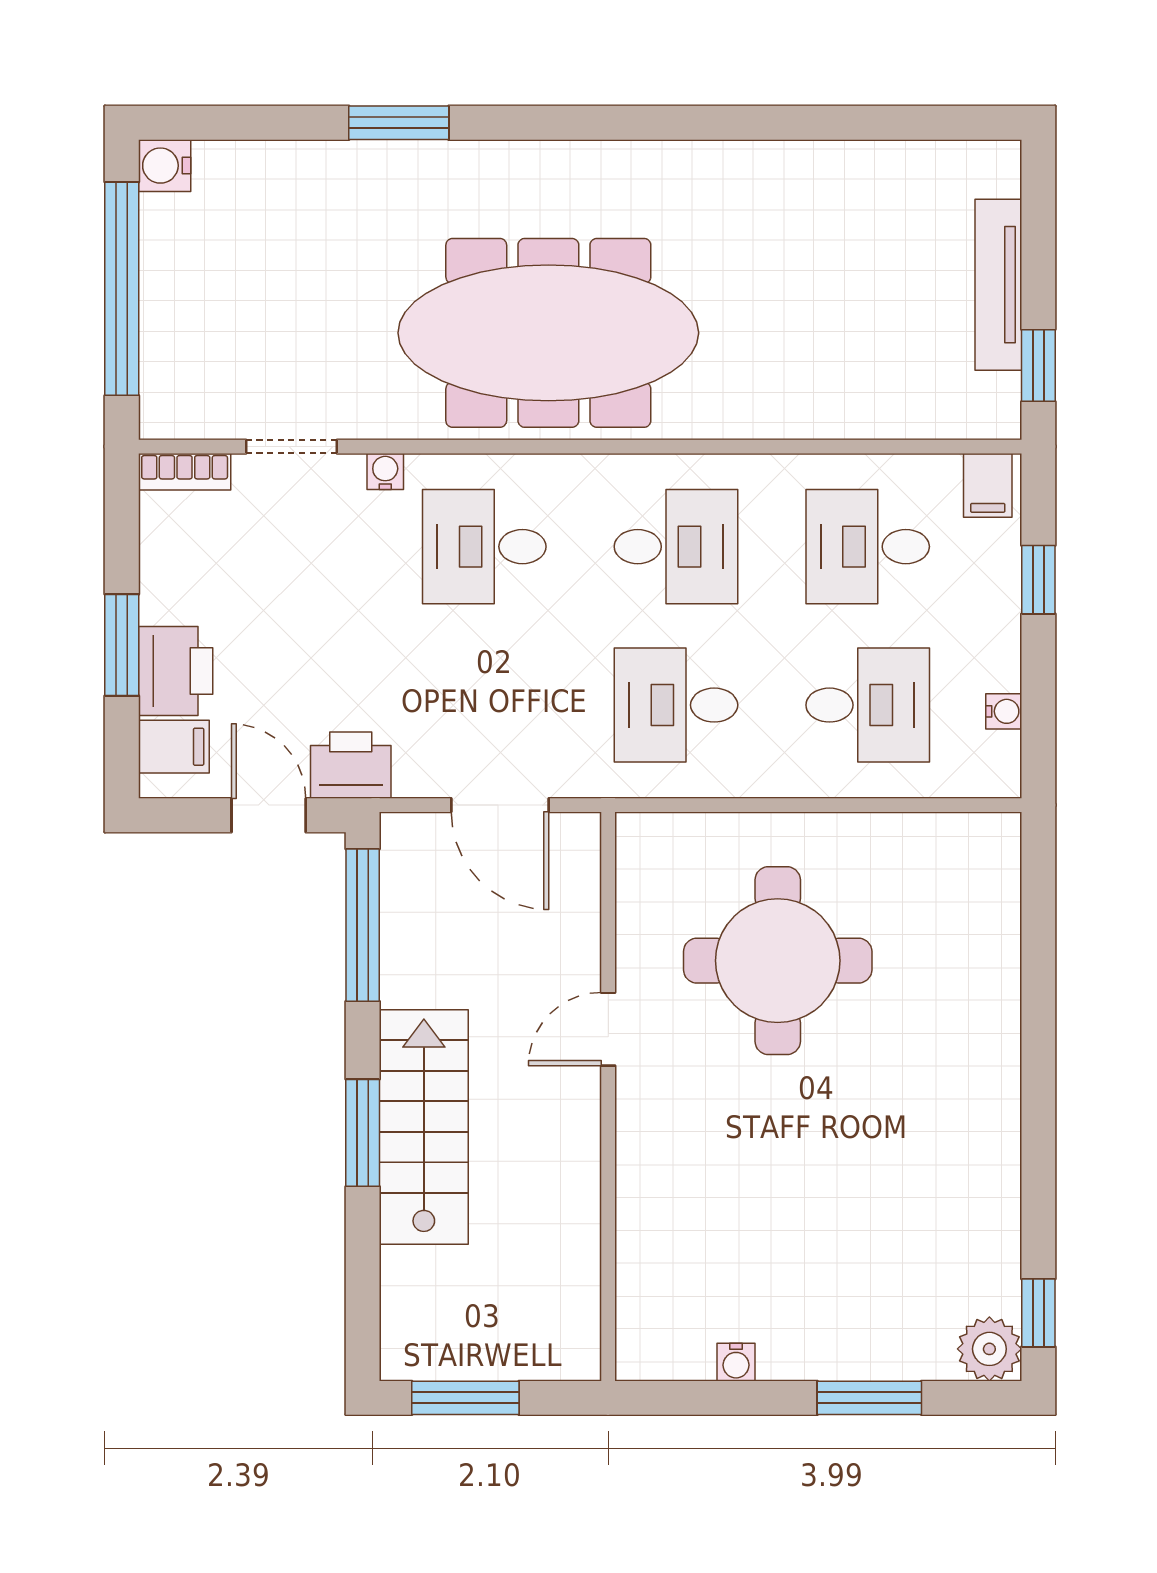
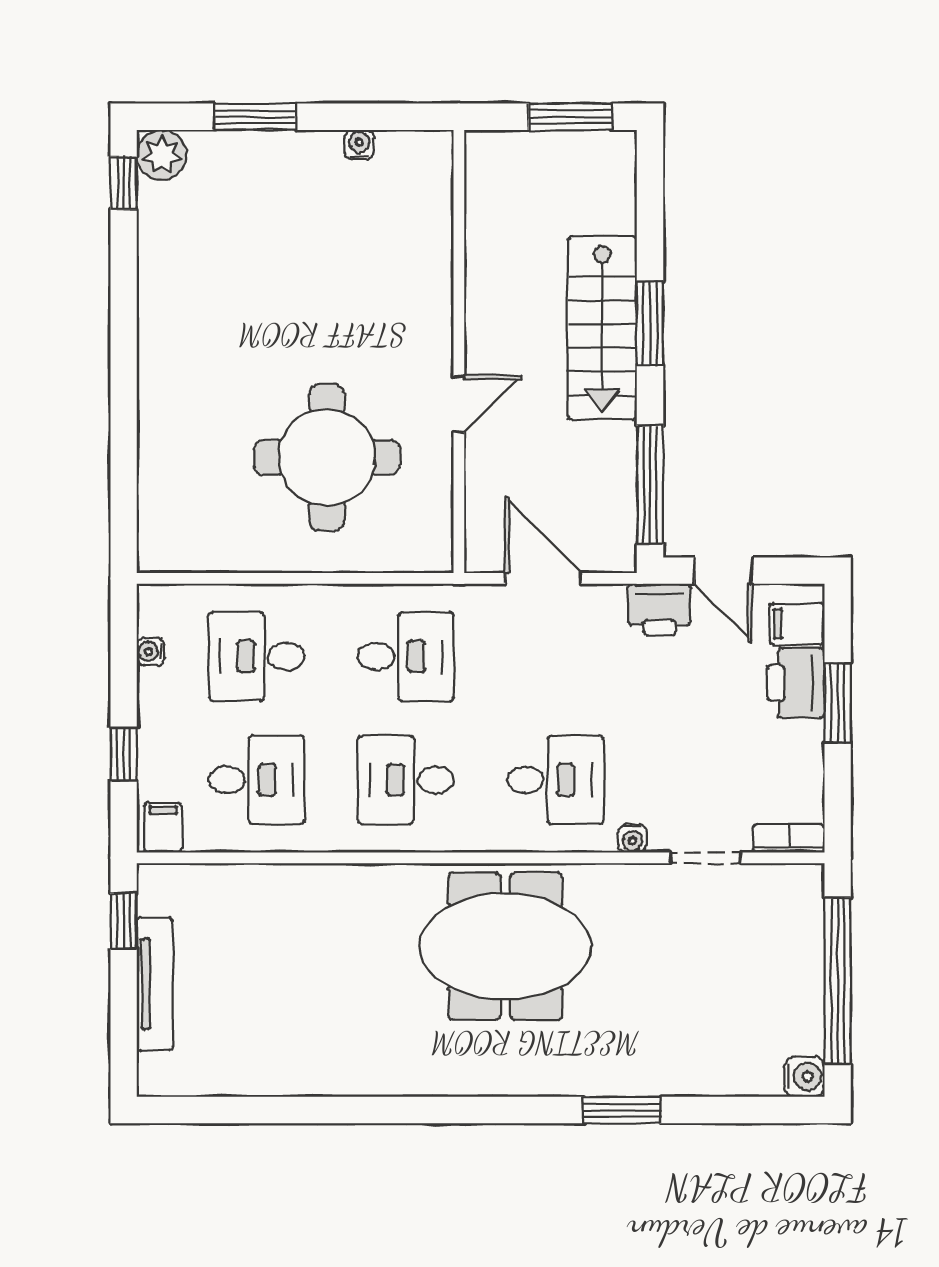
meeting table: (548, 333) -> (505, 946), width x0.73

